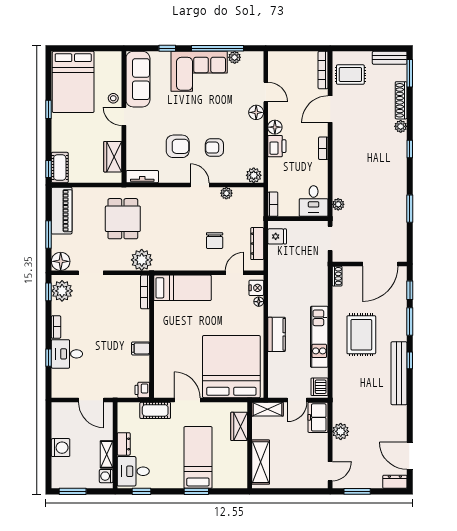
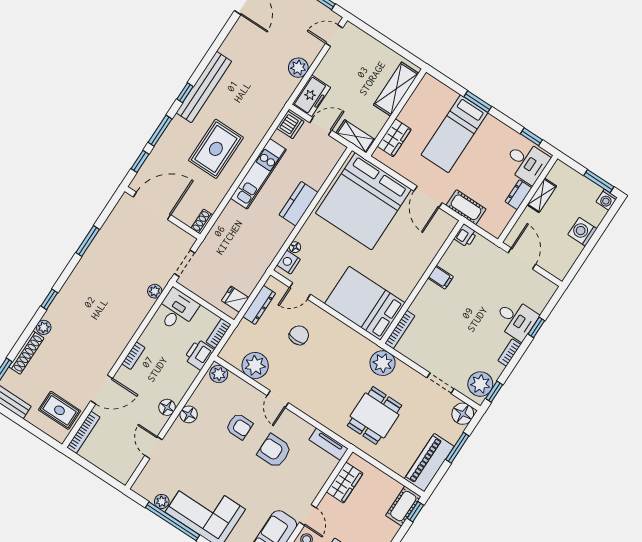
floor lamp: (256, 112) -> (189, 414), moved
printer: (277, 146) -> (199, 355), moved
plant: (226, 193) -> (255, 365), width x1.87, depth x1.87
bed: (182, 288) -> (365, 303), width x1.50
washing machine: (106, 476) -> (607, 200), moved, turned 90

